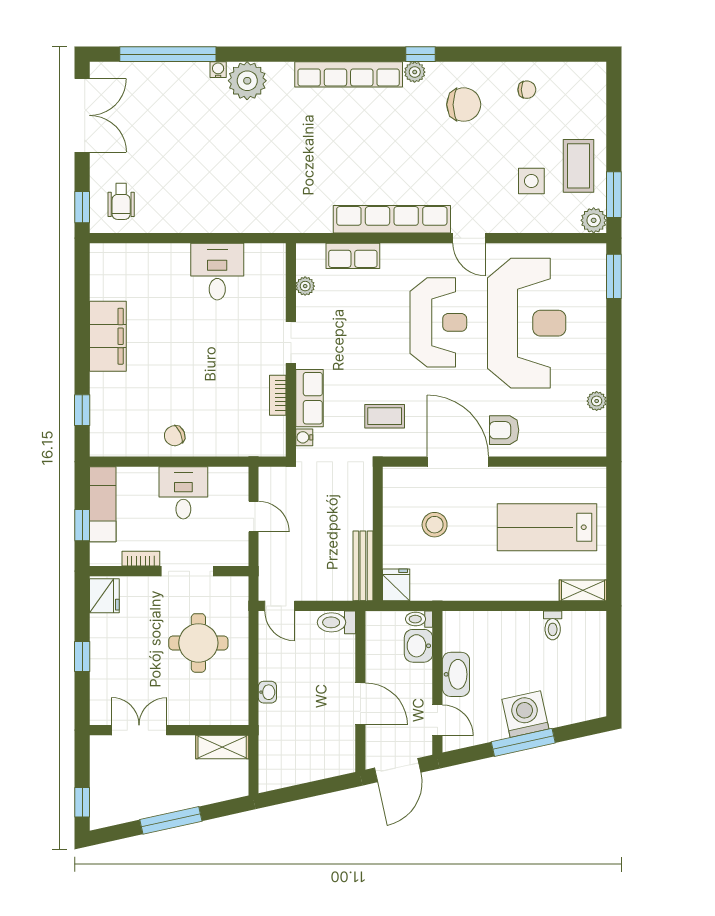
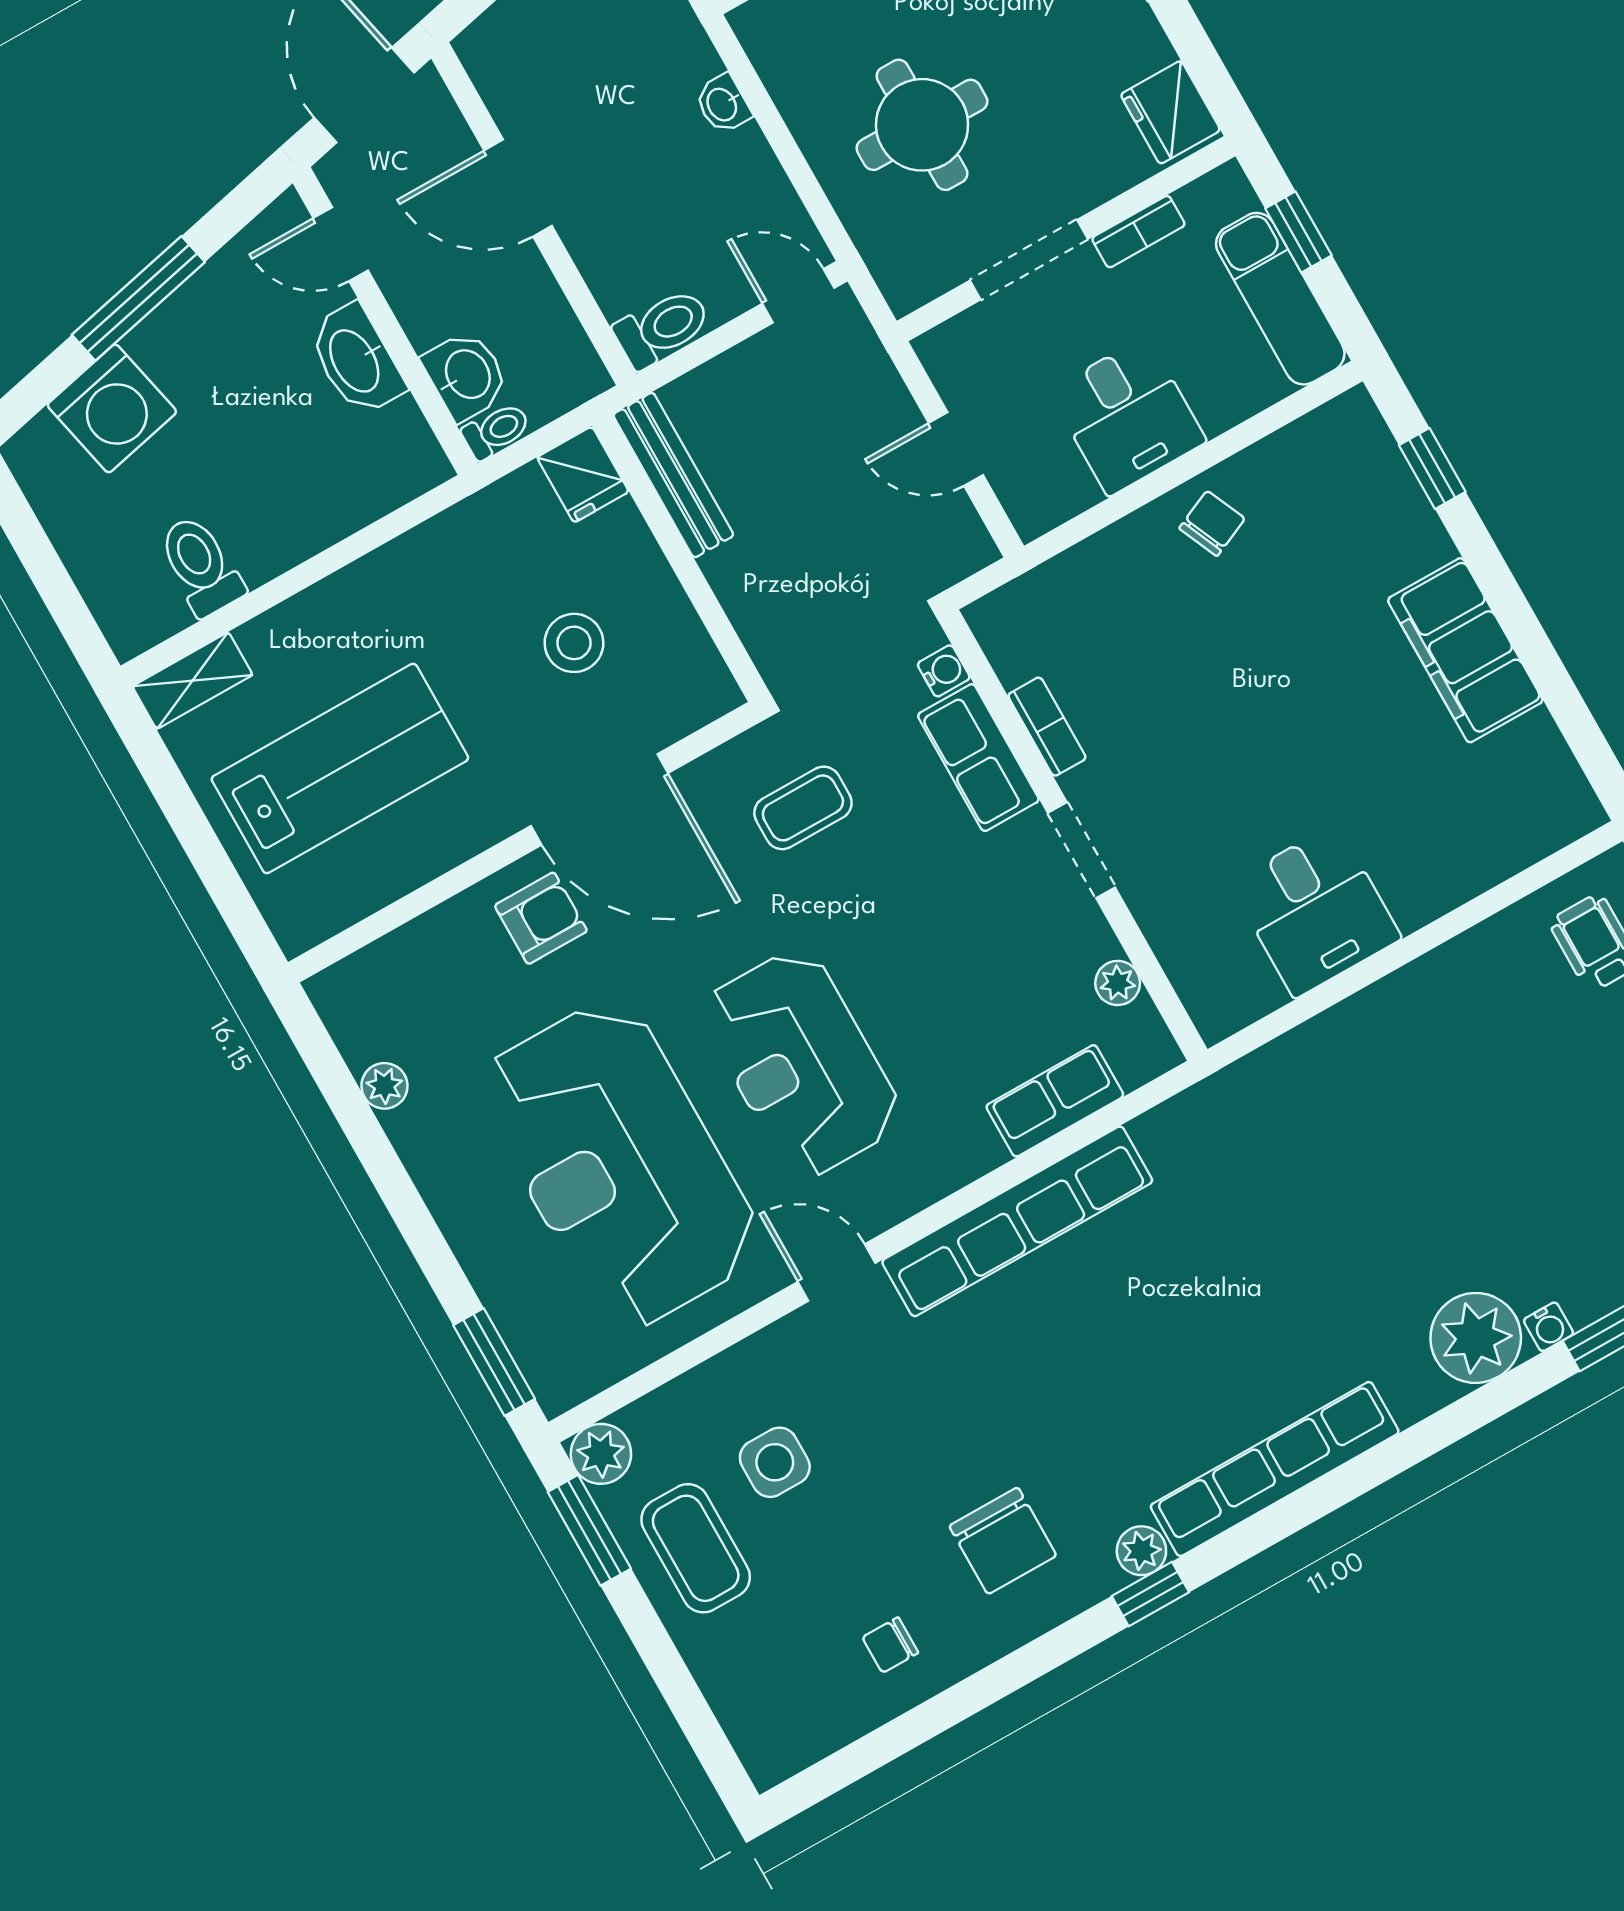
chair: (464, 105) -> (1003, 1541), turned -90
toilet: (553, 625) -> (201, 566), width x1.37, depth x1.39
washing machine: (525, 714) -> (112, 408), moved

